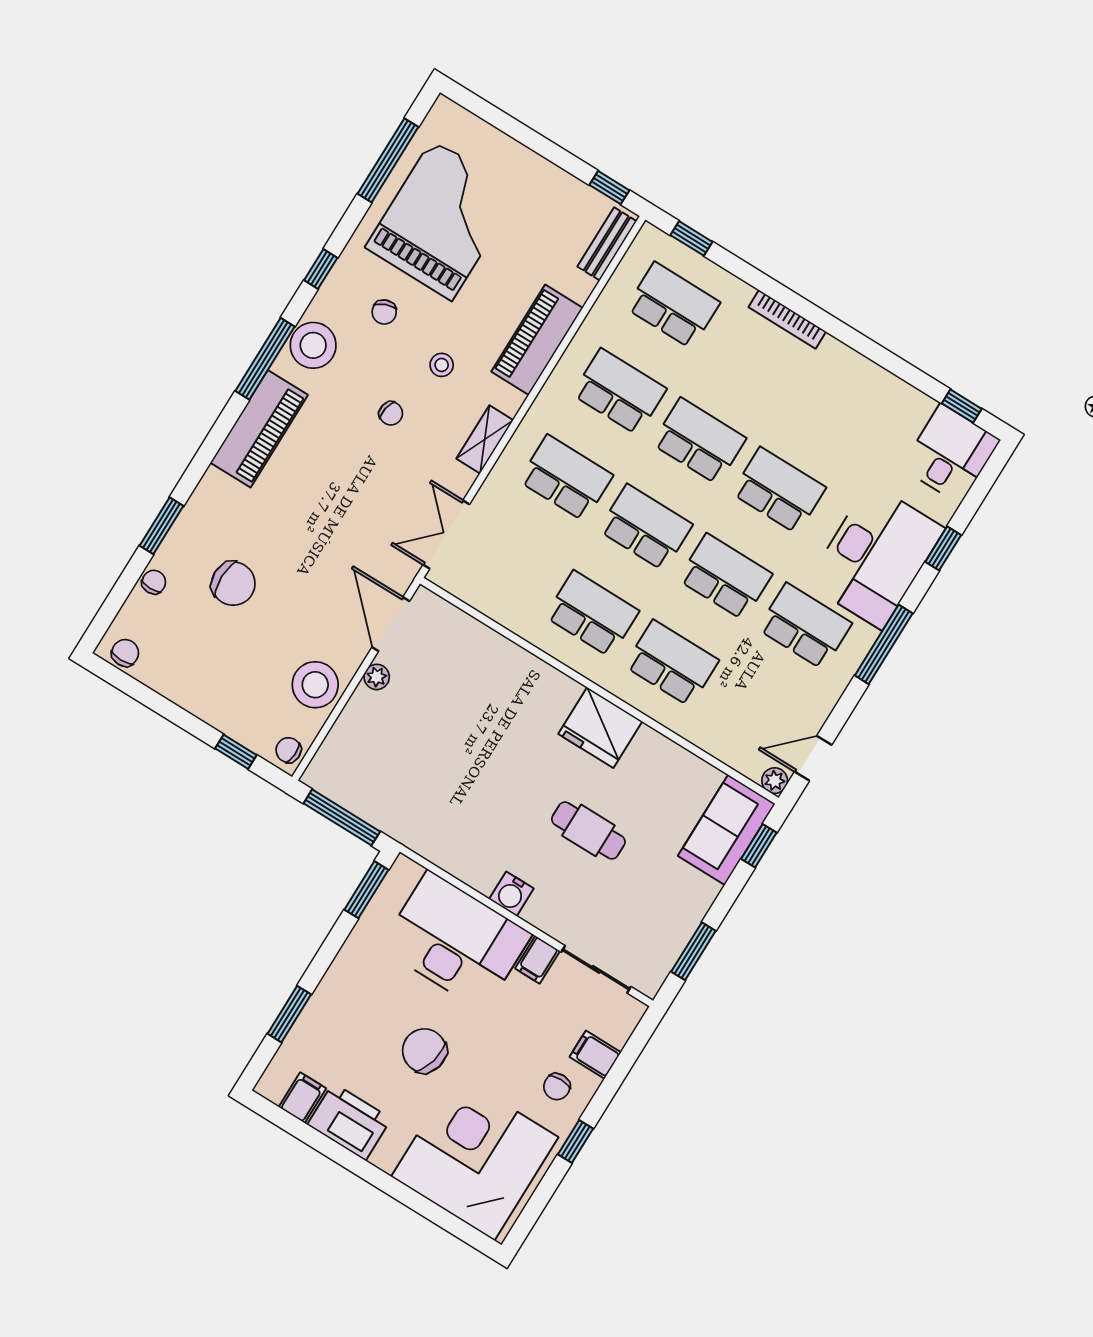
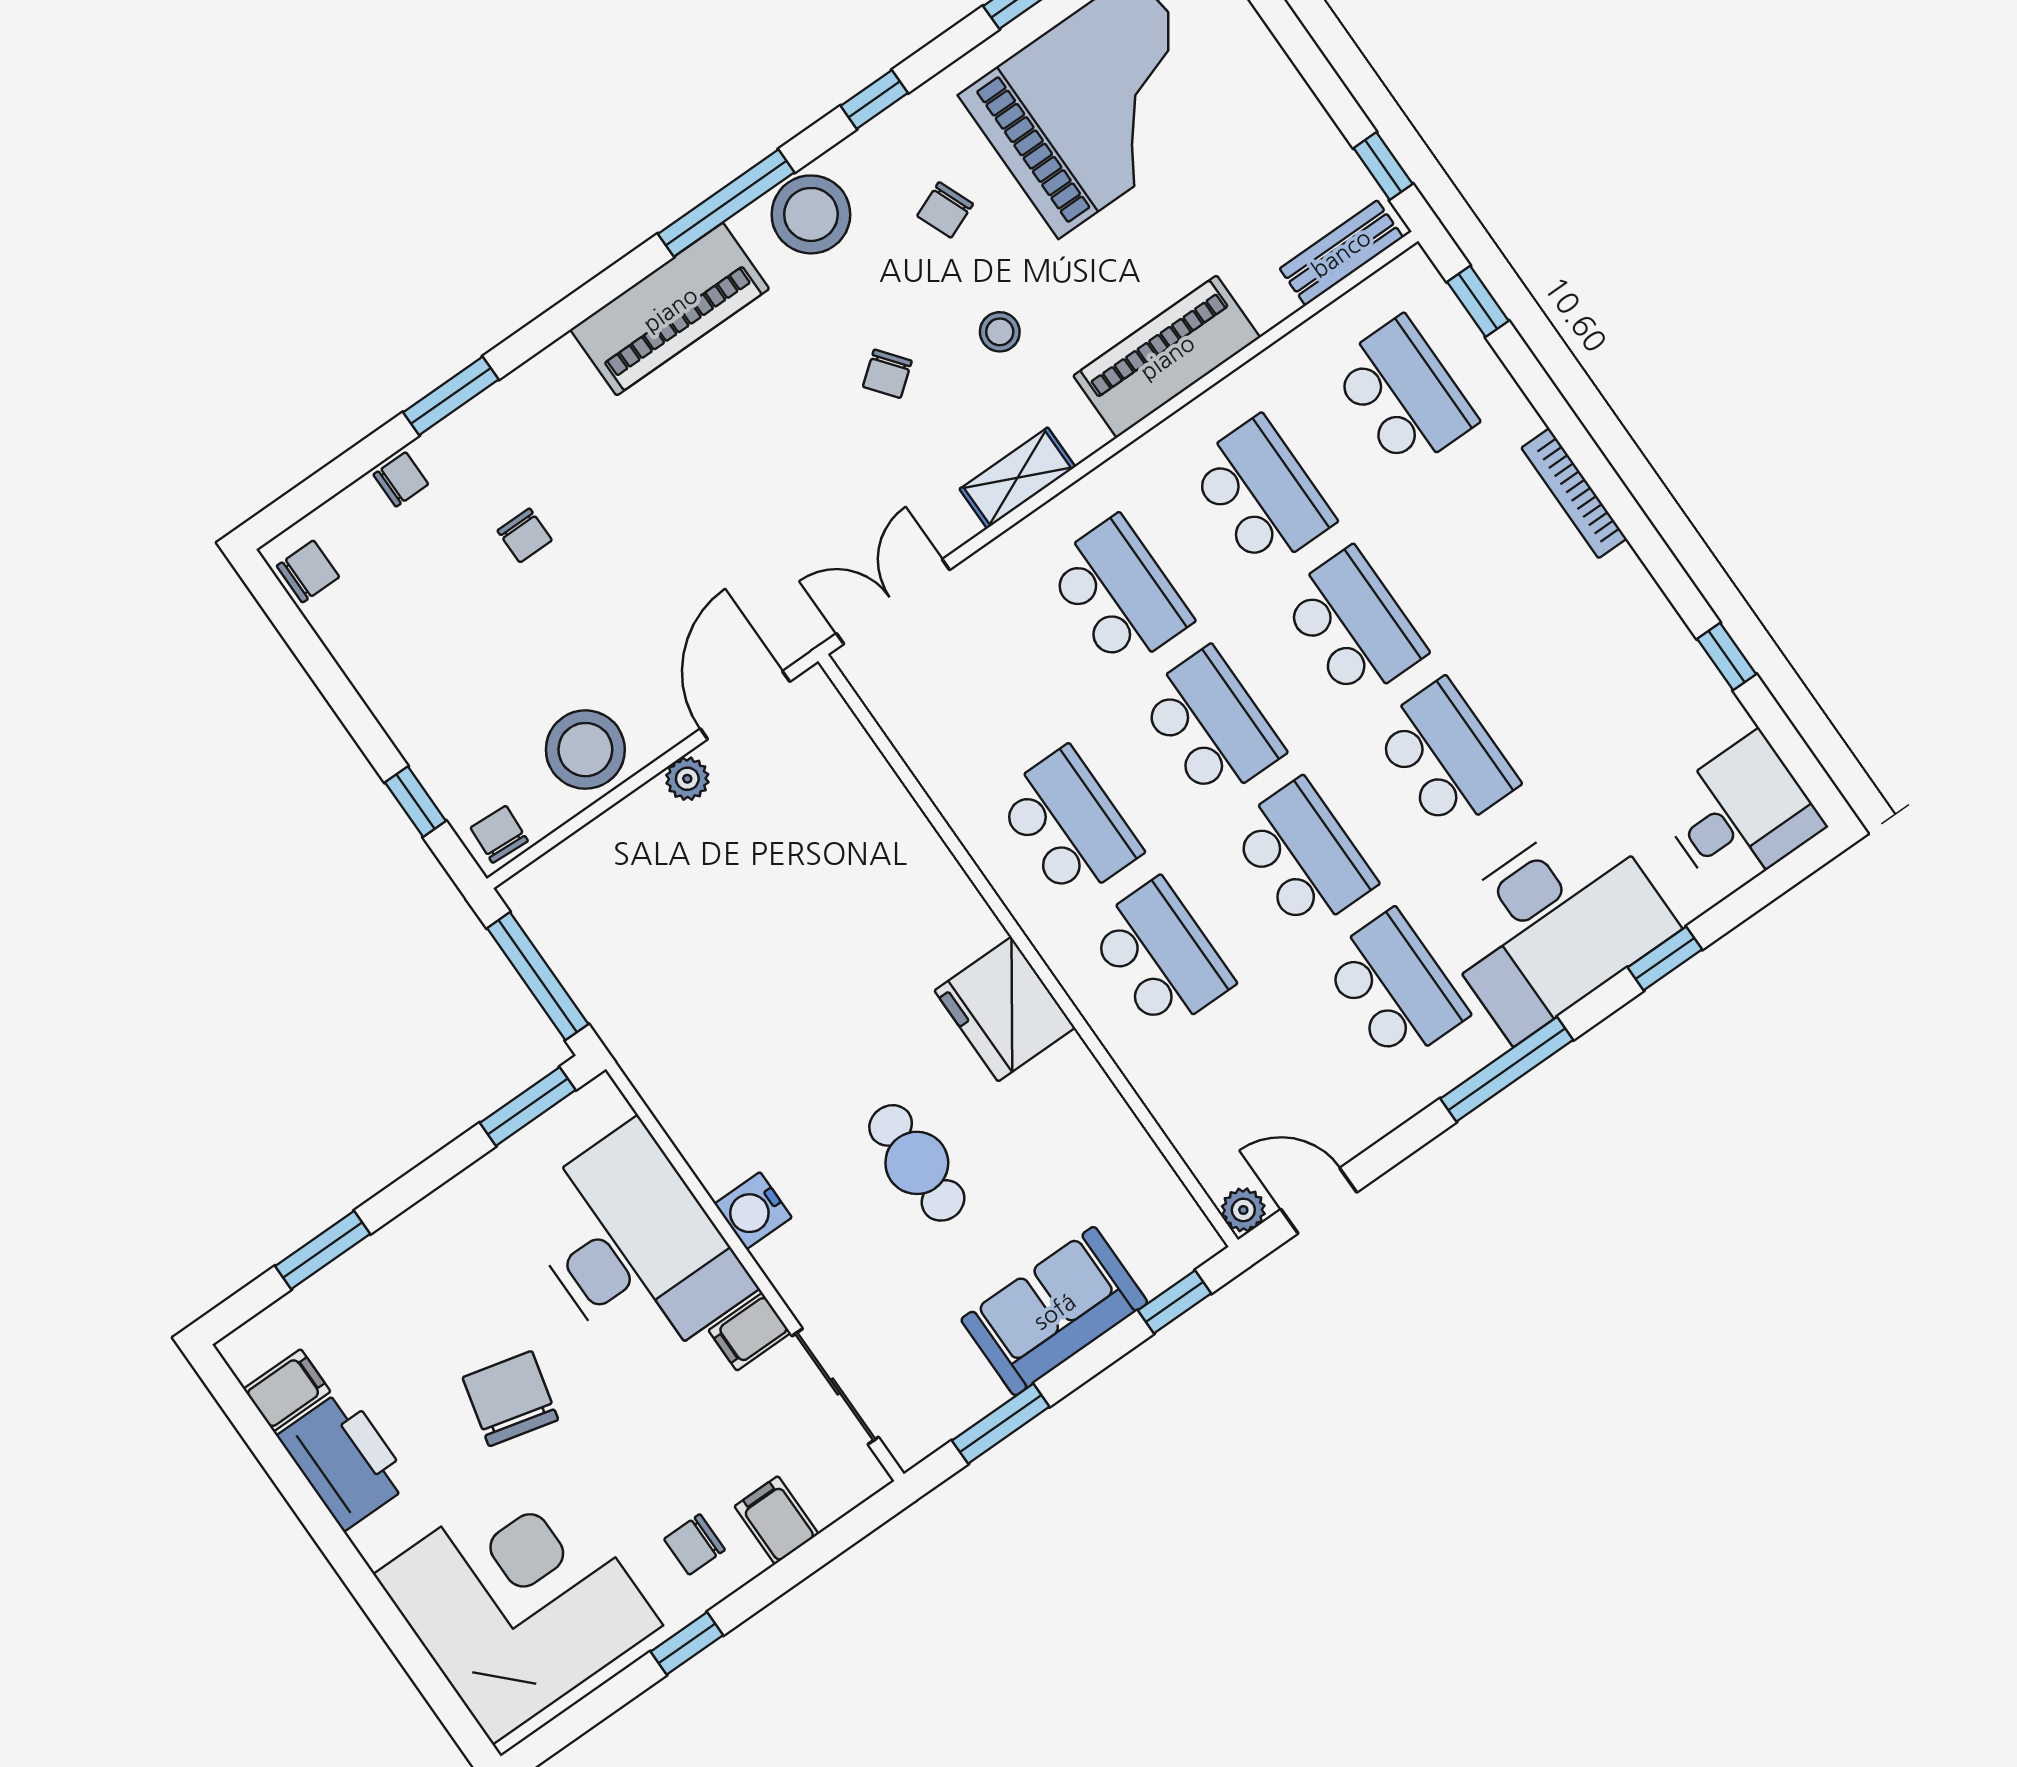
window: (962, 406) -> (1727, 657), moved
chair: (391, 413) -> (887, 374), turned 42
chair: (233, 584) -> (525, 535), width x0.54, depth x0.54
sofa: (727, 830) -> (1054, 1311), moved

